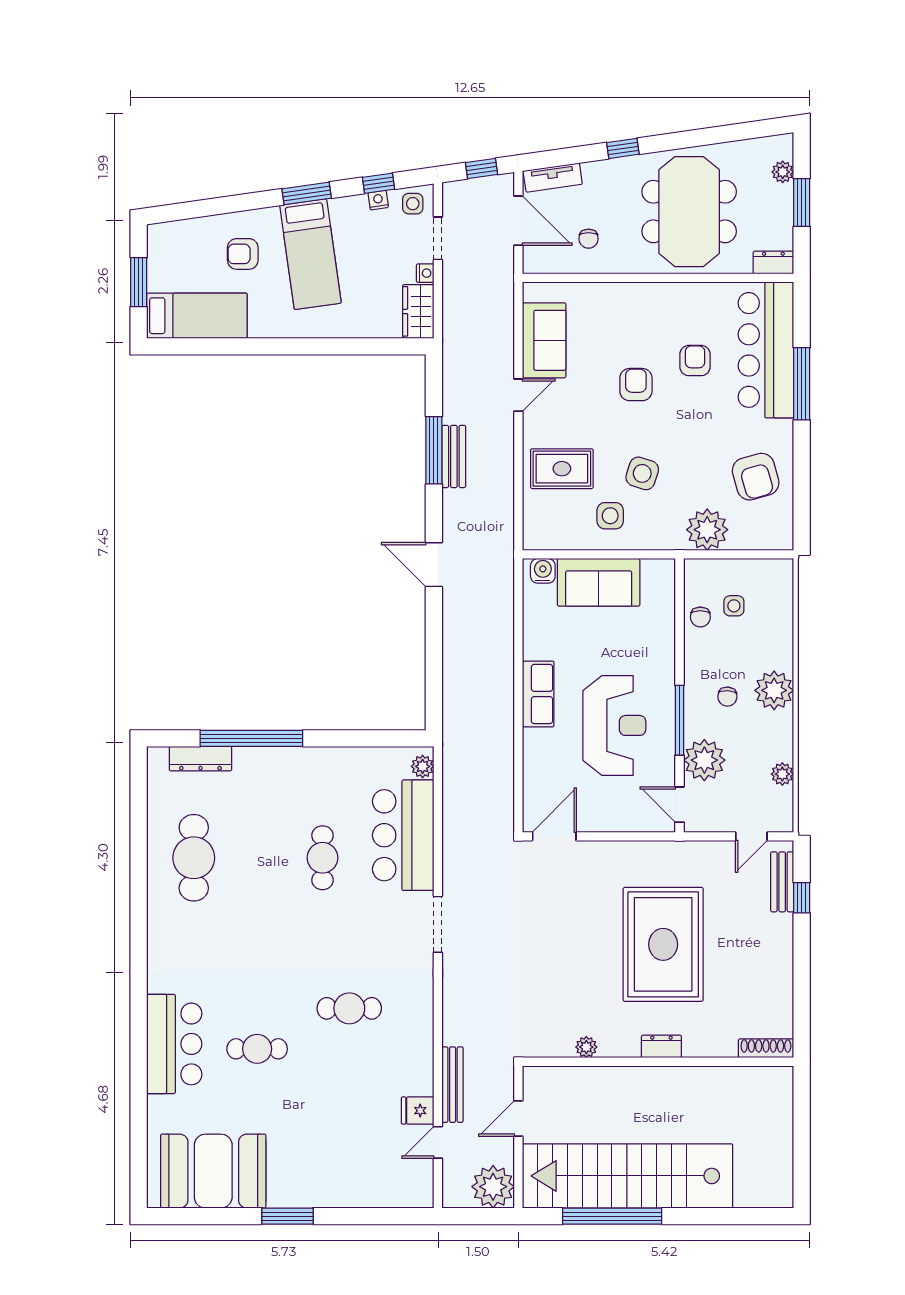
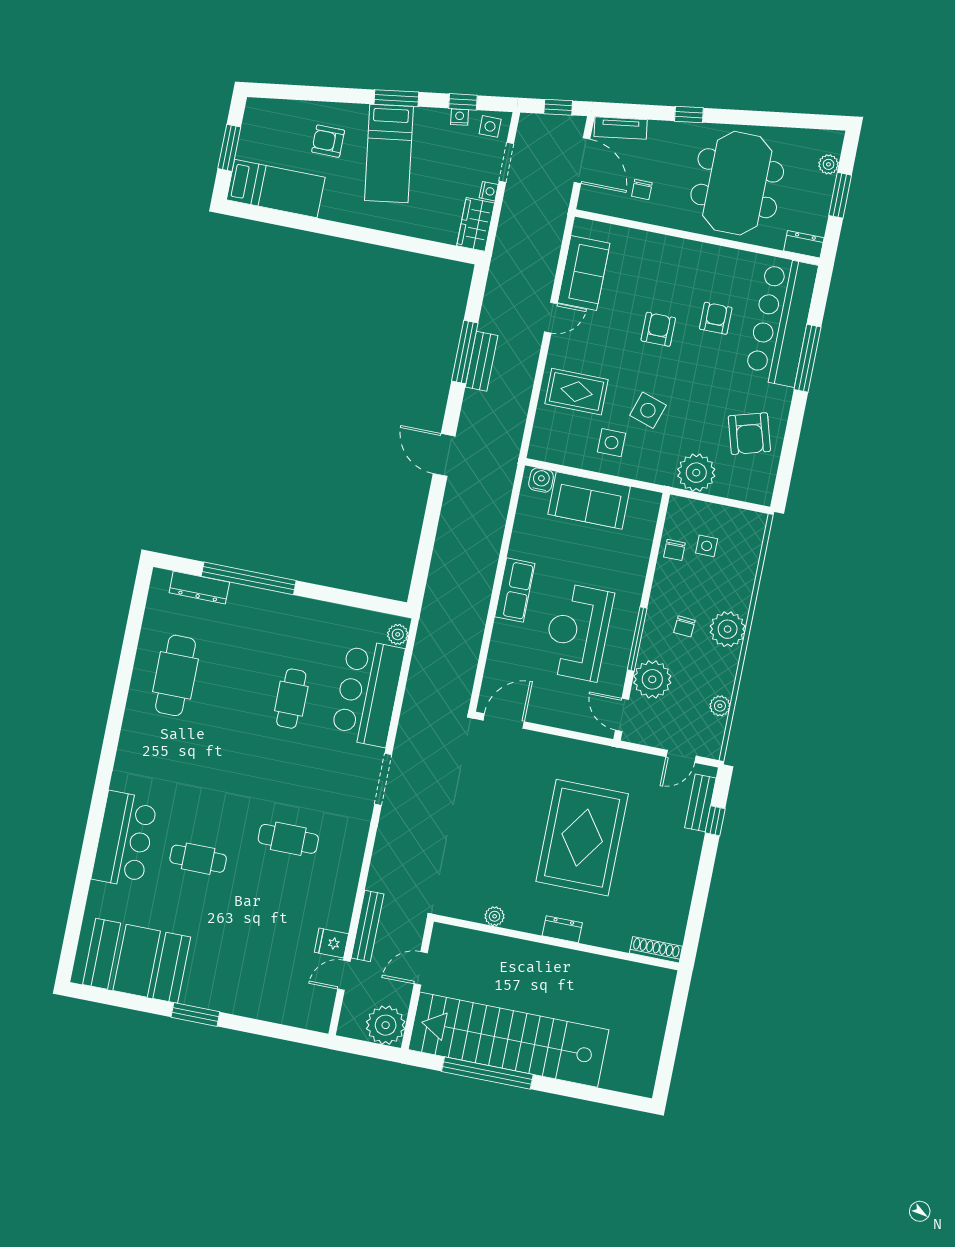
reception desk: (614, 725) -> (578, 632), turned 180

